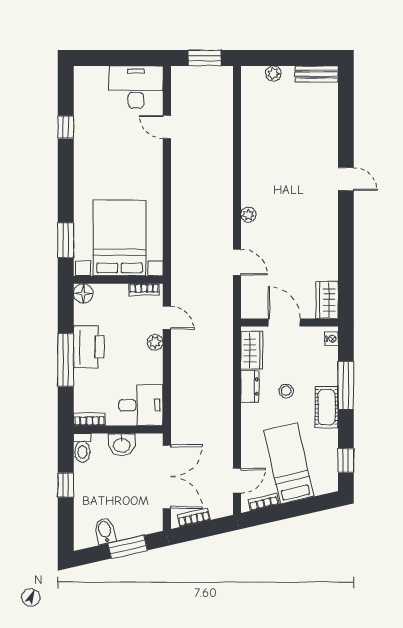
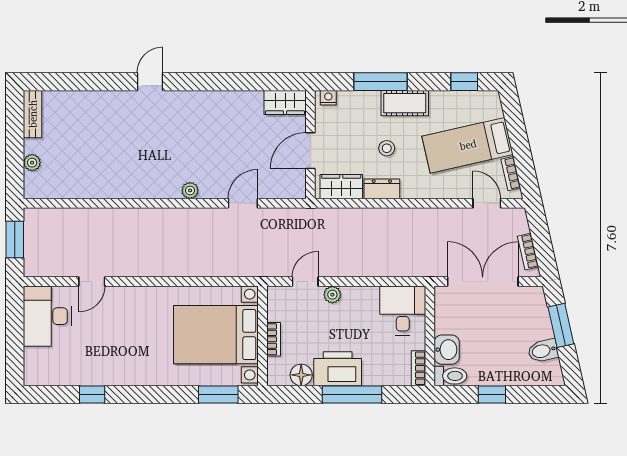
bookcase: (144, 290) -> (274, 339), moved
floor lamp: (83, 293) -> (301, 375), moved
washbasin: (122, 445) -> (447, 350), moved

